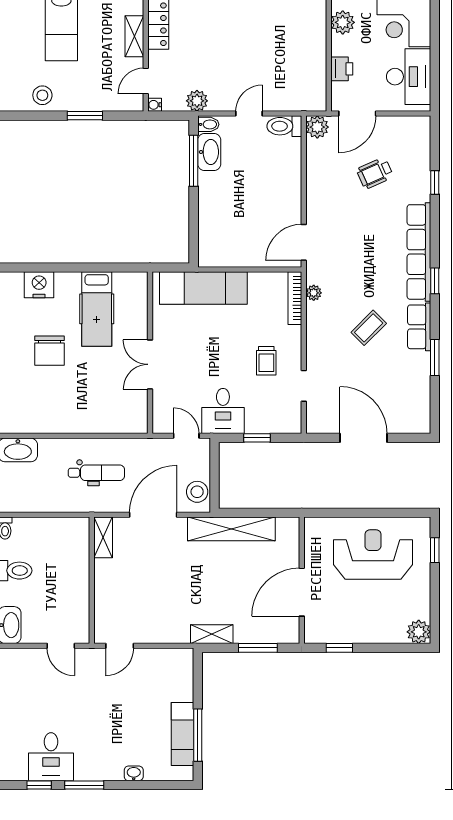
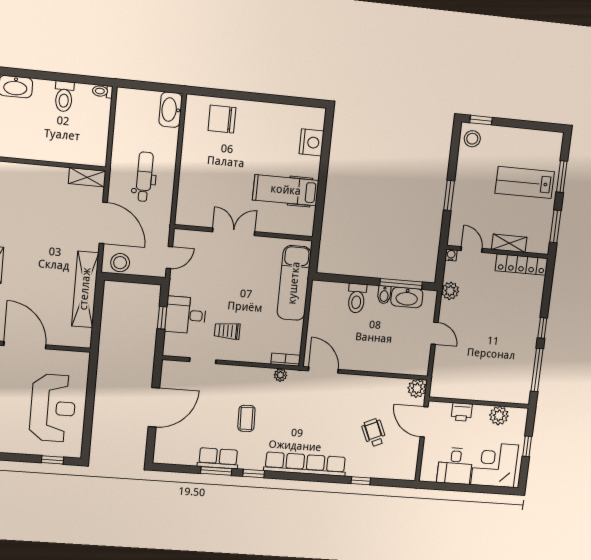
desk: (409, 77) -> (455, 466), width x0.73
stool: (42, 95) -> (472, 139), moved
bidet: (208, 124) -> (384, 295), moved
toilet: (284, 126) -> (357, 298), moved, turned 180
window: (435, 281) -> (254, 474), moved
bookcase: (295, 298) -> (286, 360), width x0.64
row of seats: (419, 327) -> (218, 458), moved
coffee table: (369, 328) -> (246, 418), turned 43
chair: (49, 351) -> (222, 119), moved
desk: (223, 411) -> (186, 315), moved
dental chair: (96, 473) -> (144, 177), turned 180

